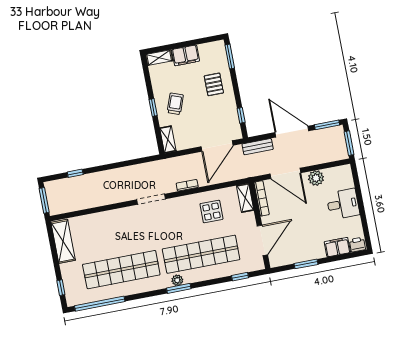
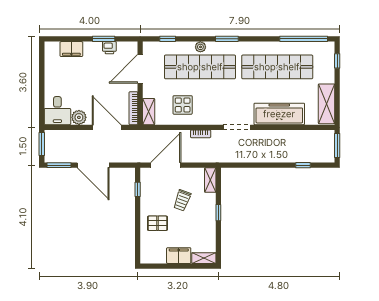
window: (230, 57) -> (138, 246), removed
pallet: (214, 84) -> (157, 223), turned 90
trolley: (175, 104) -> (182, 200), moved
bench: (258, 147) -> (128, 157), removed
desk: (343, 204) -> (57, 111), moved, turned -90
freezer: (110, 221) -> (279, 114), added
printer: (357, 245) -> (109, 48), moved
plant: (177, 280) -> (200, 47), moved

